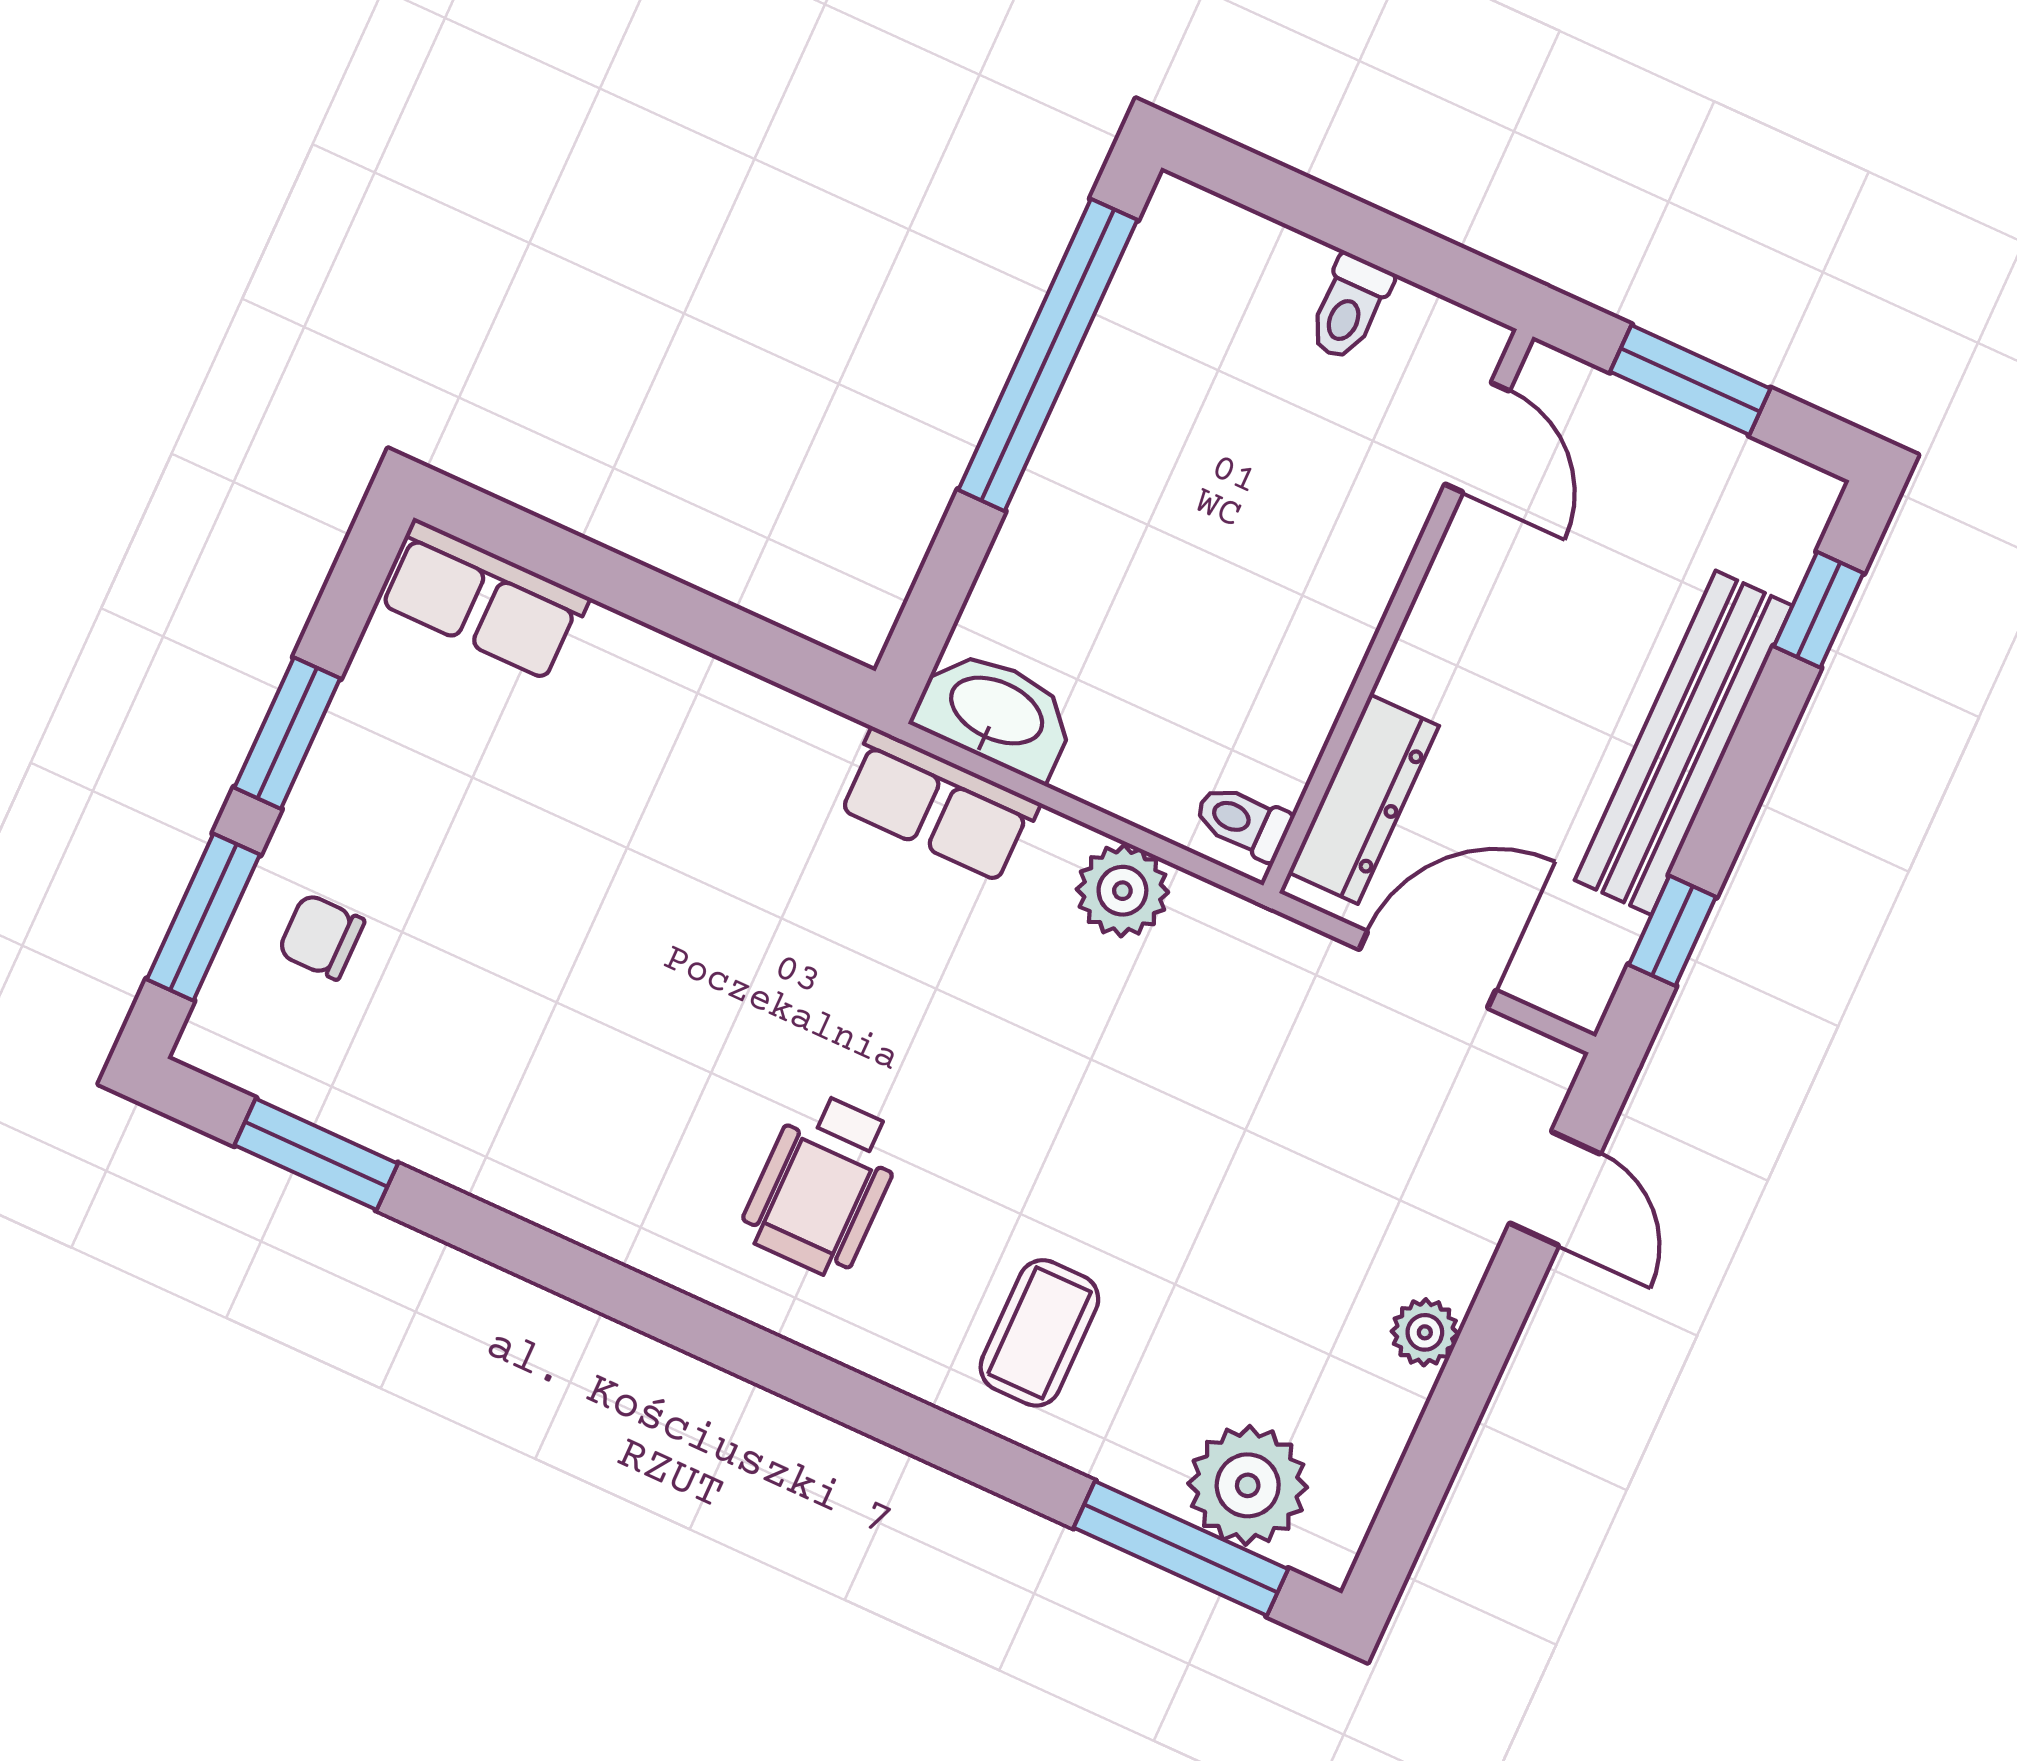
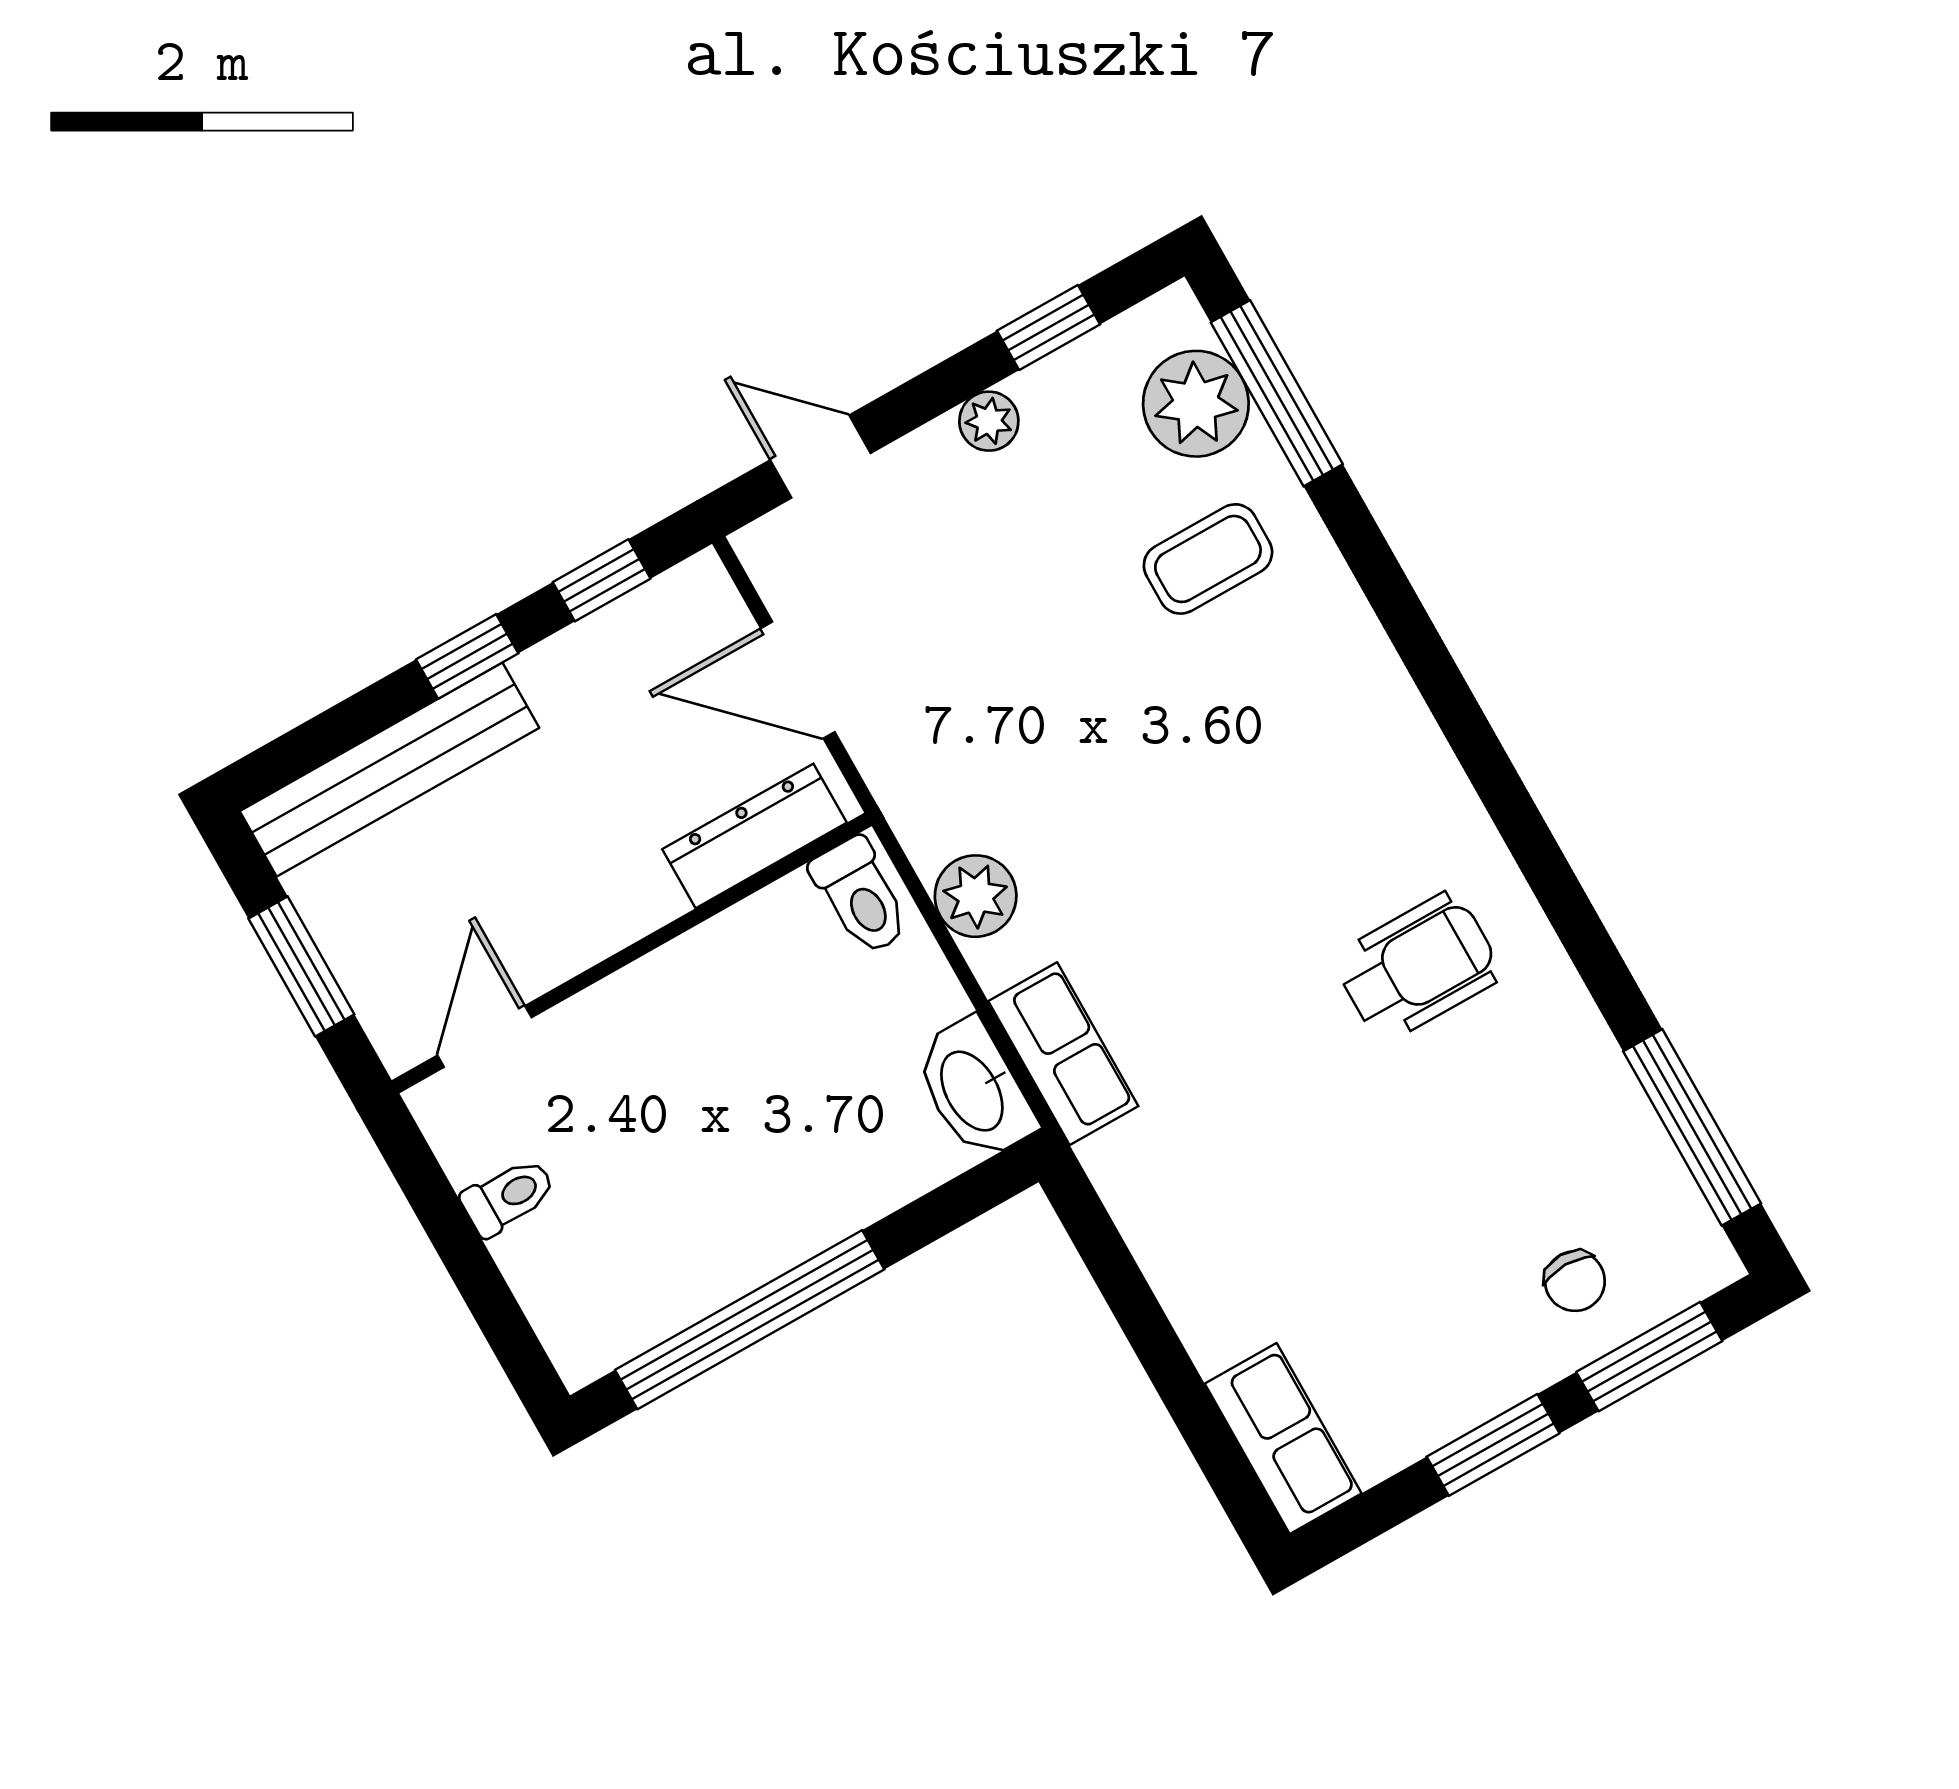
window: (1819, 610) -> (467, 656), moved
bench: (1684, 743) -> (389, 770), moved
toilet: (1243, 822) -> (861, 896), width x1.37, depth x1.39
window: (316, 1154) -> (1692, 1127), width x1.44
wheelchair: (823, 1184) -> (1418, 967), moved
door: (1555, 1188) -> (820, 457), hinge flipped
coffee table: (1039, 1333) -> (1208, 559), moved
window: (1433, 1457) -> (1049, 327), added

